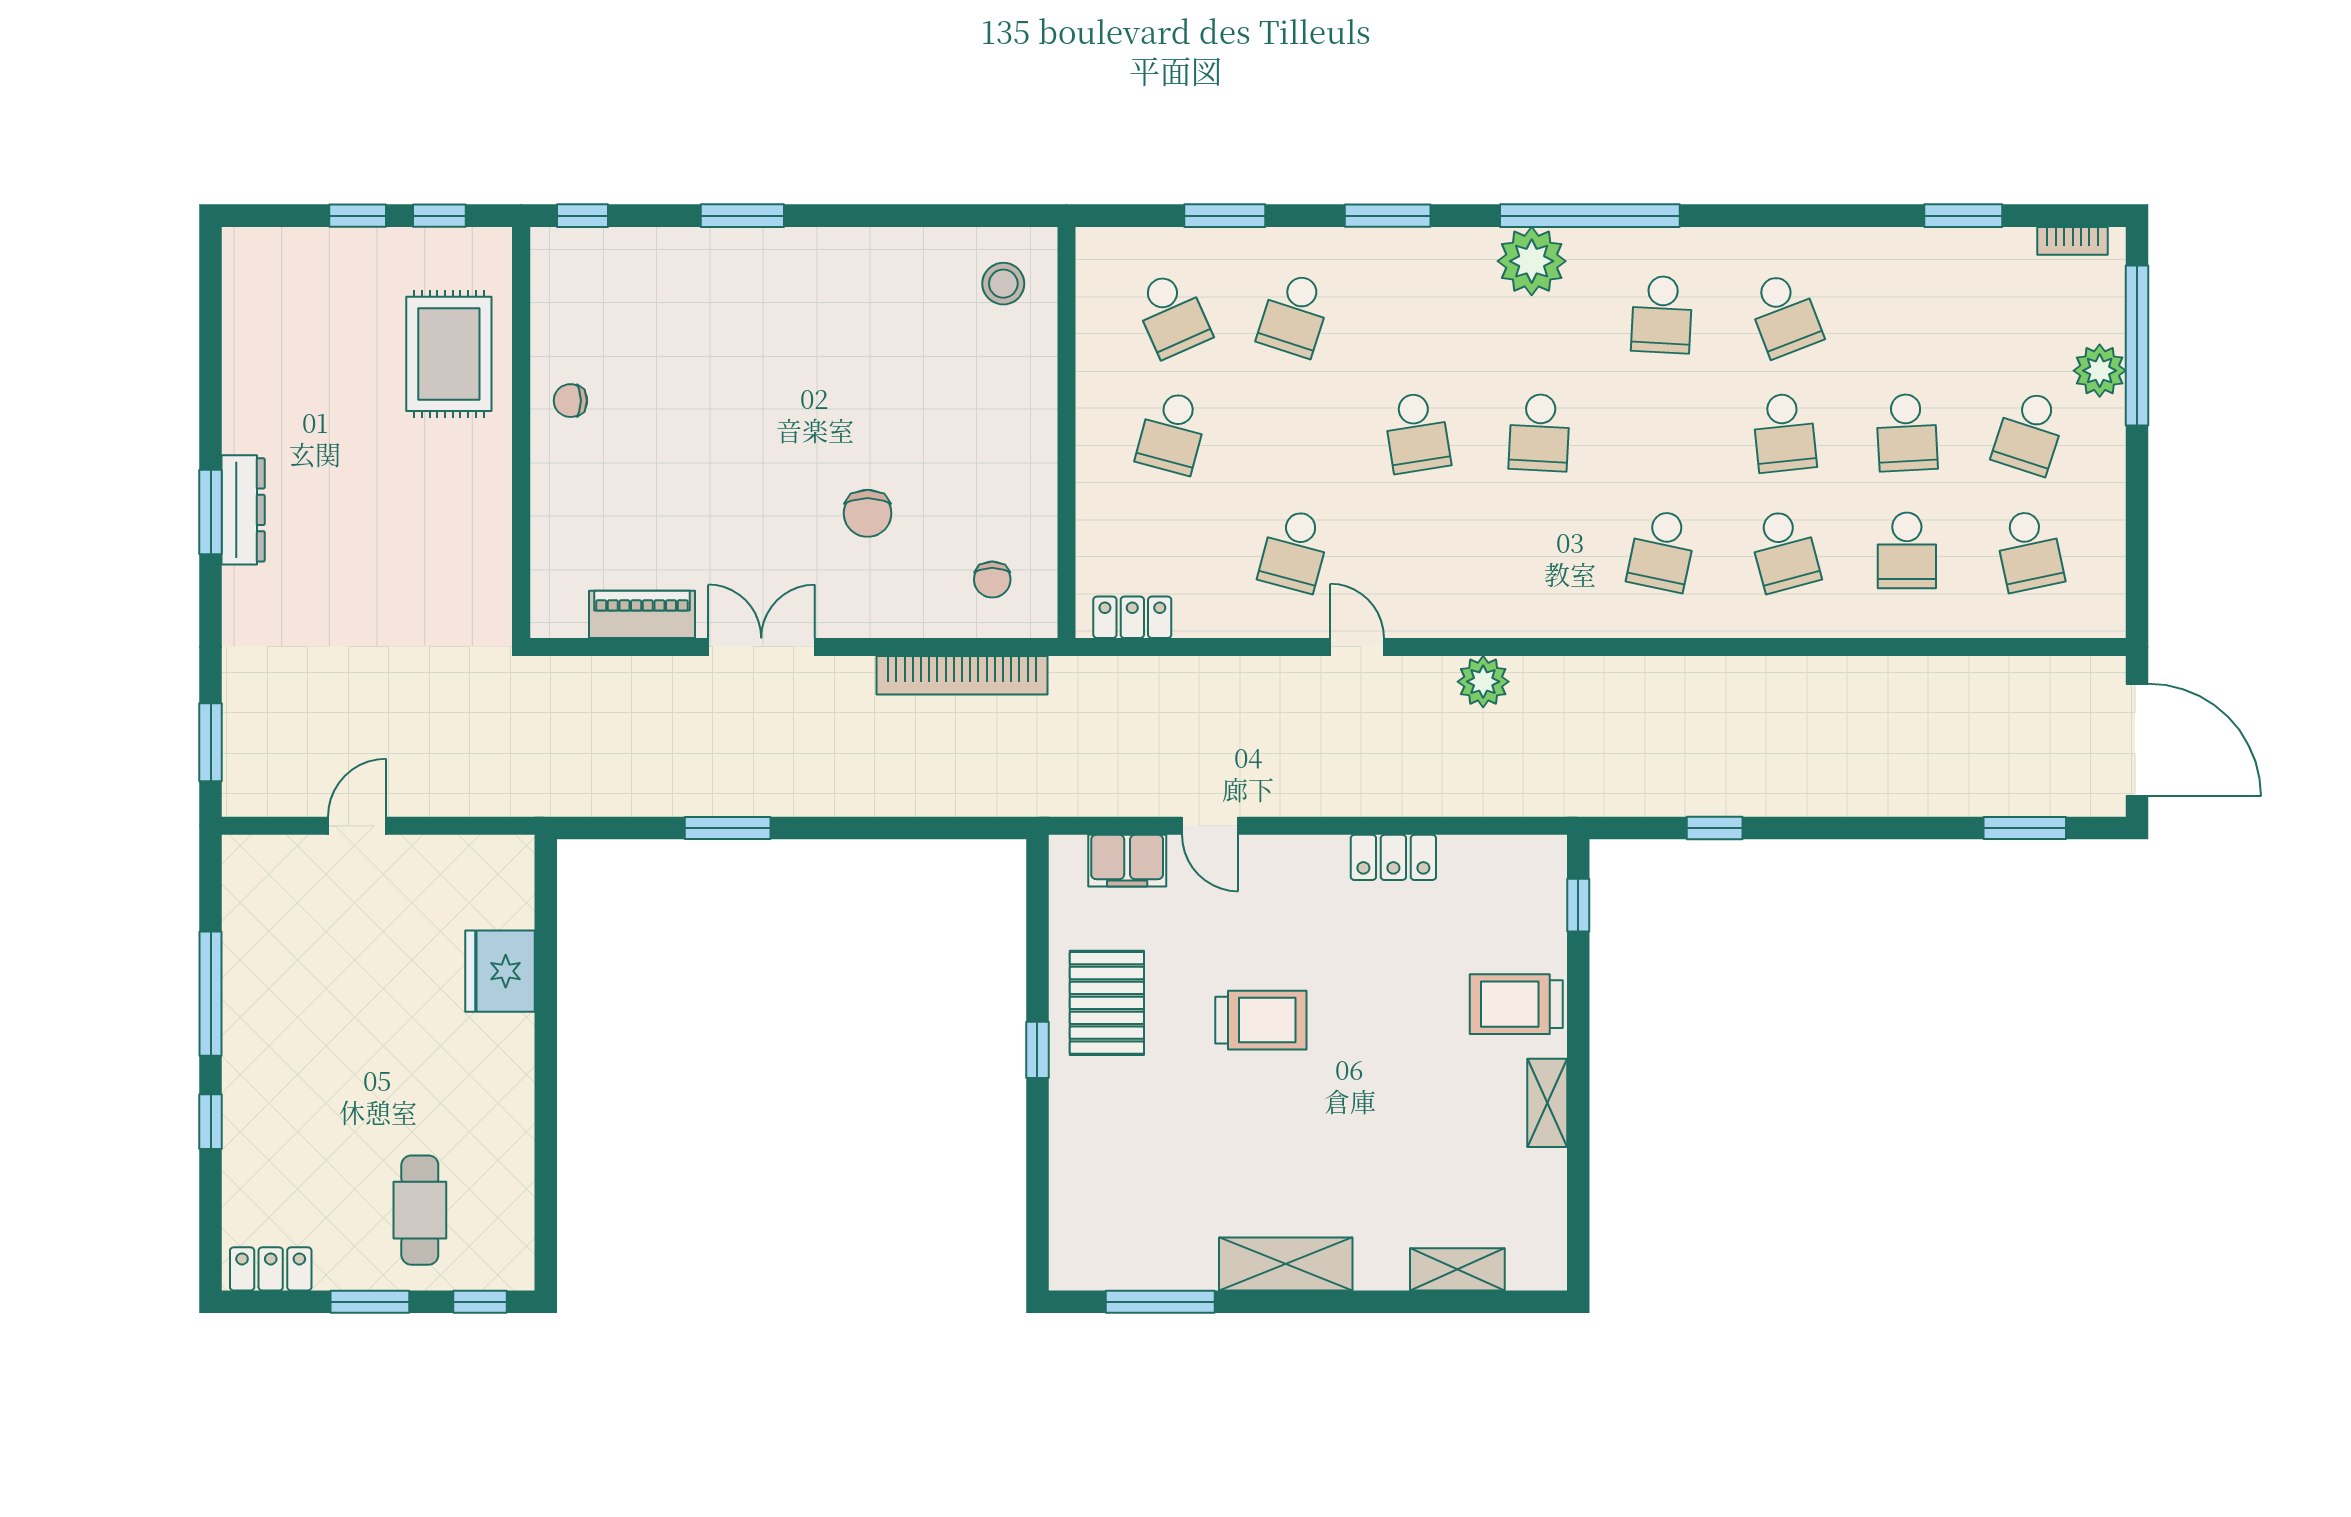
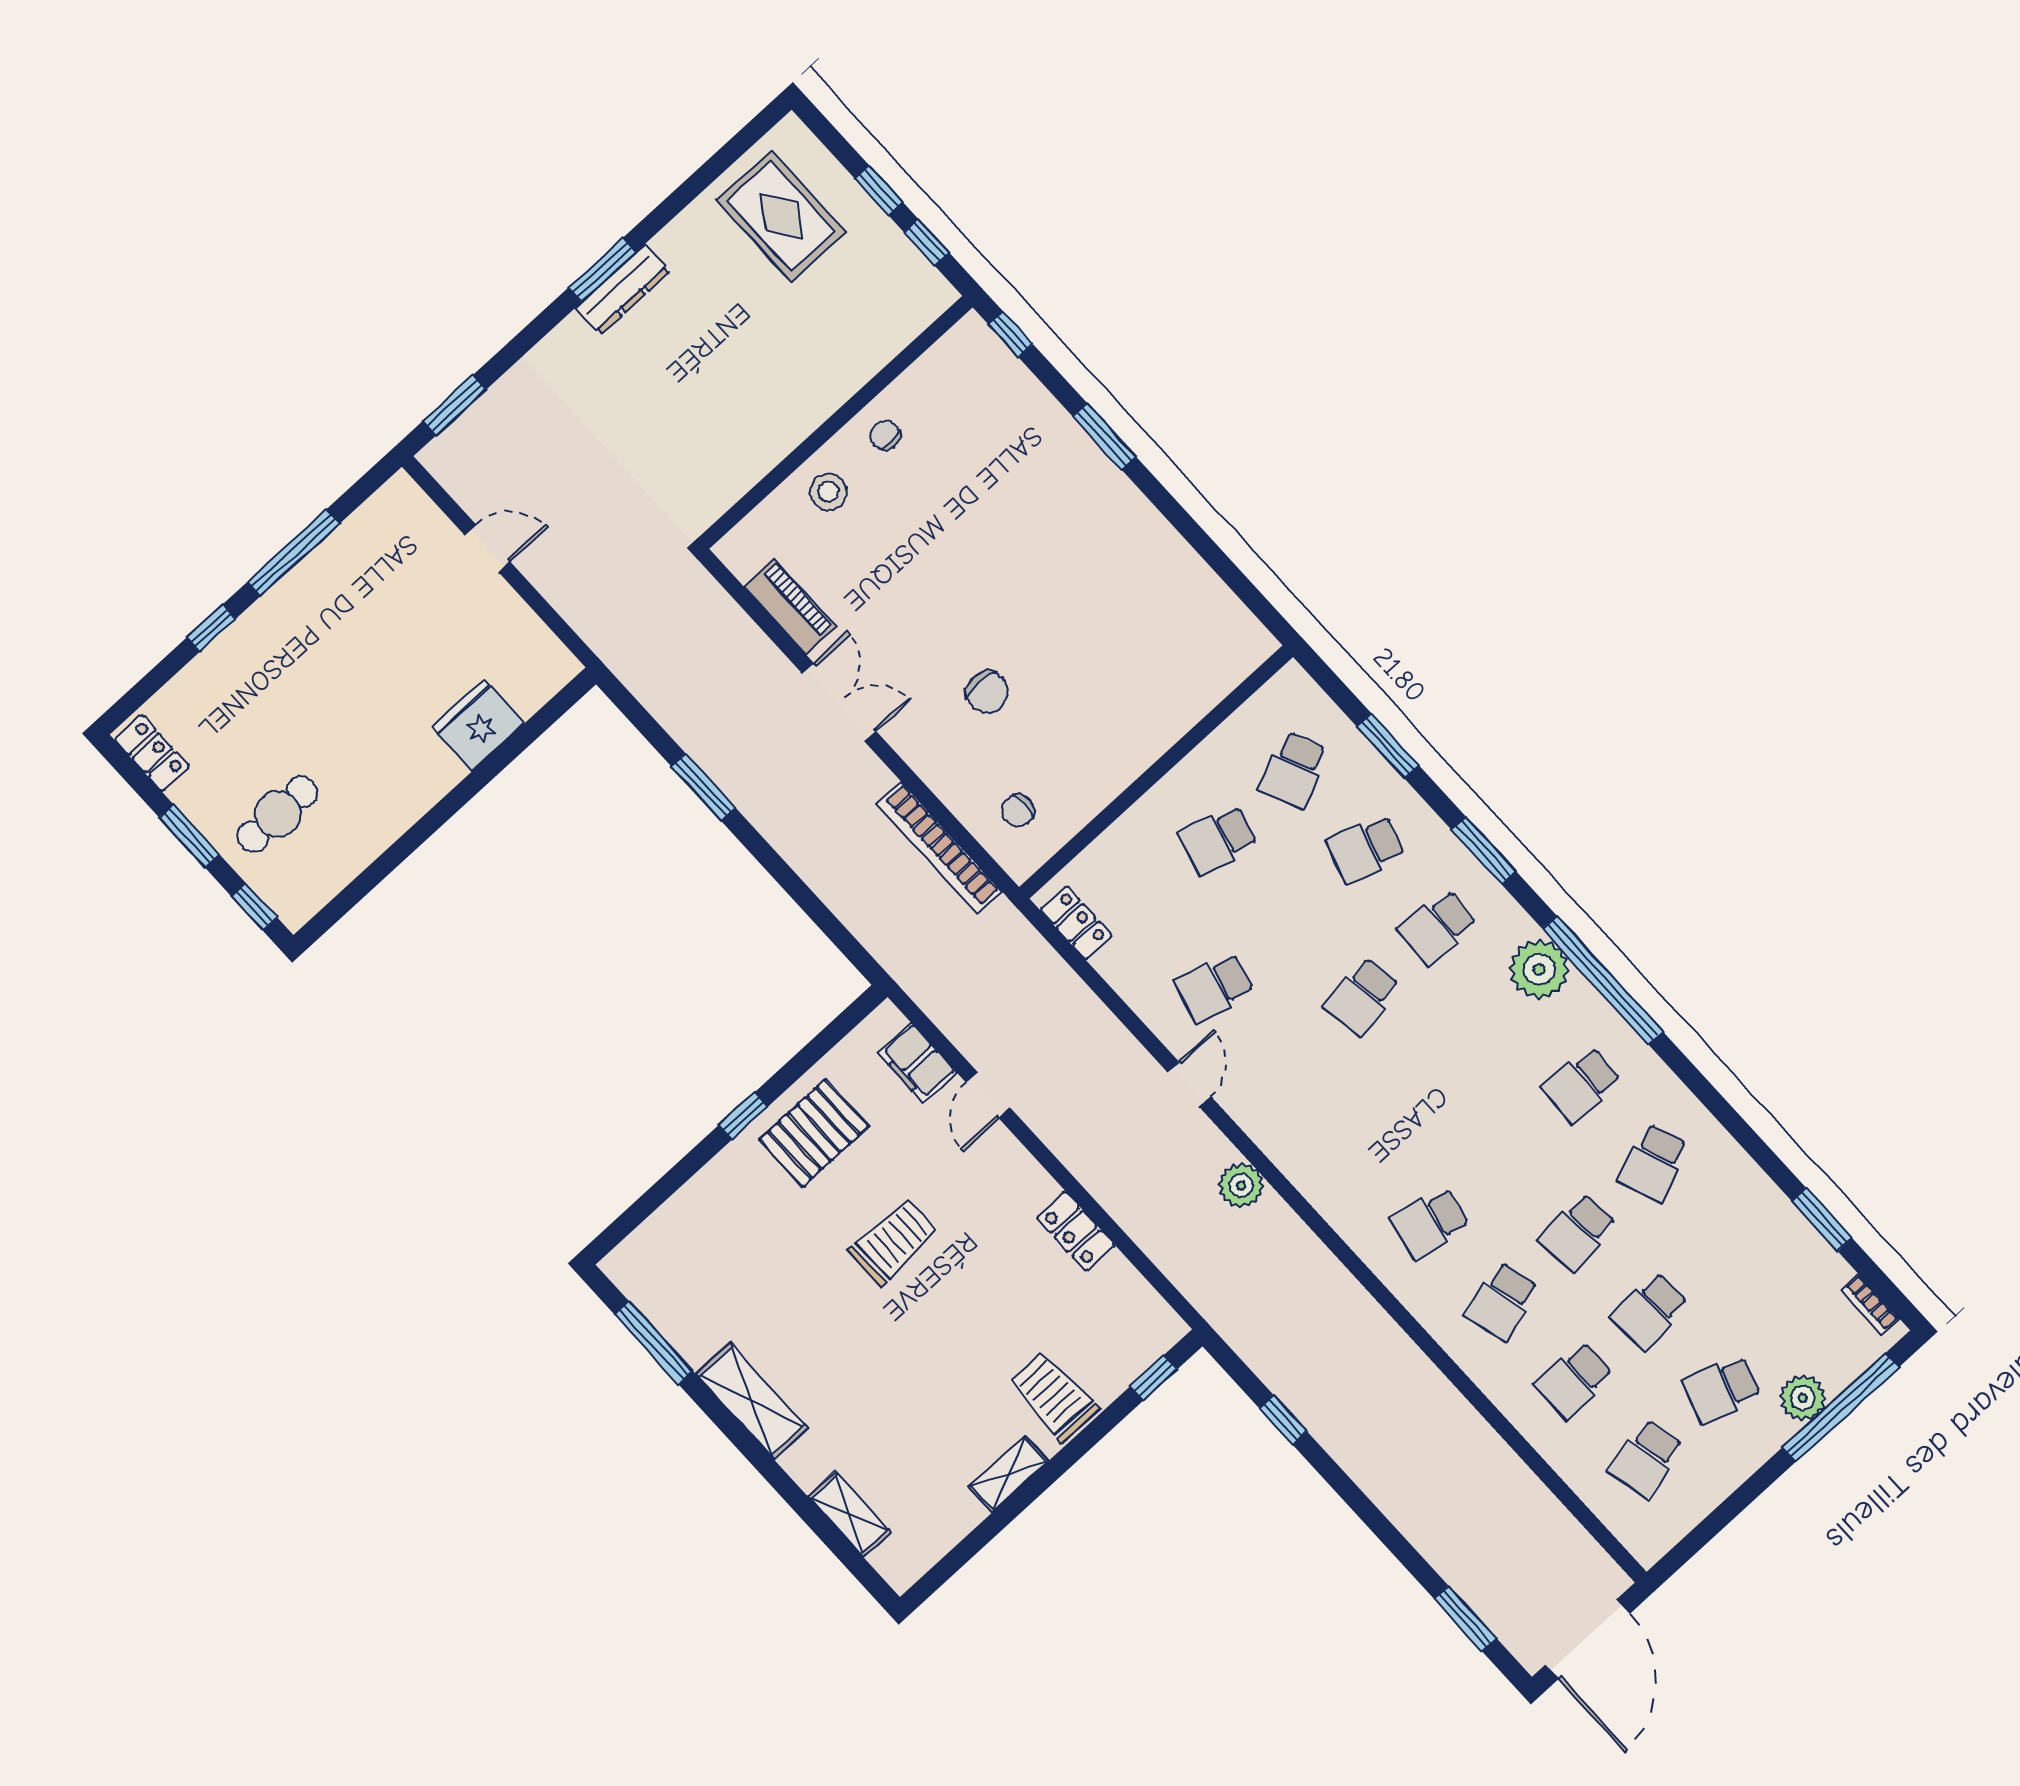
stool: (1003, 284) -> (828, 492), moved
rug: (449, 354) -> (781, 216), moved, turned 90
school desk: (1539, 432) -> (1438, 927), moved
chair: (868, 513) -> (987, 692), turned -90
trolley: (1261, 1020) -> (893, 1242), turned -90

